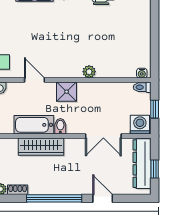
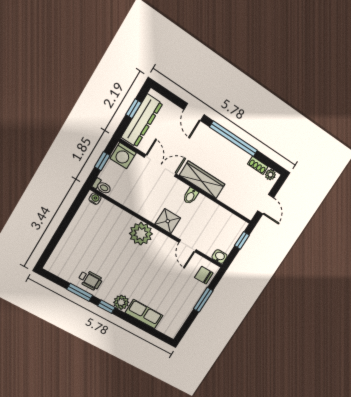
plant: (89, 72) -> (141, 234), width x1.88, depth x1.88
bathtub: (34, 125) -> (211, 210), removed
wardrobe: (41, 147) -> (202, 180), moved

